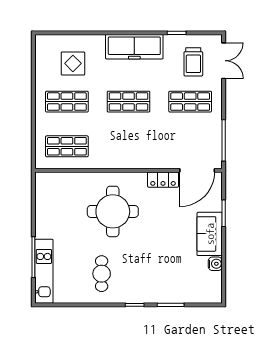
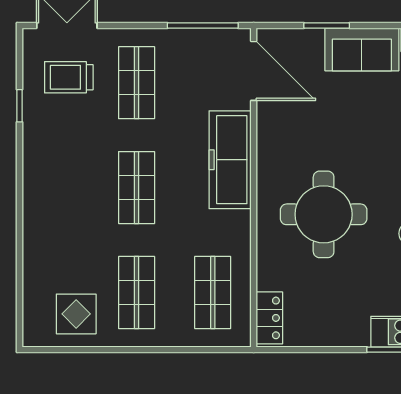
freezer: (134, 47) -> (230, 160), moved, turned 180
trolley: (193, 62) -> (69, 77), turned 180
display table: (73, 63) -> (76, 314), moved
locker: (163, 180) -> (269, 318), moved

